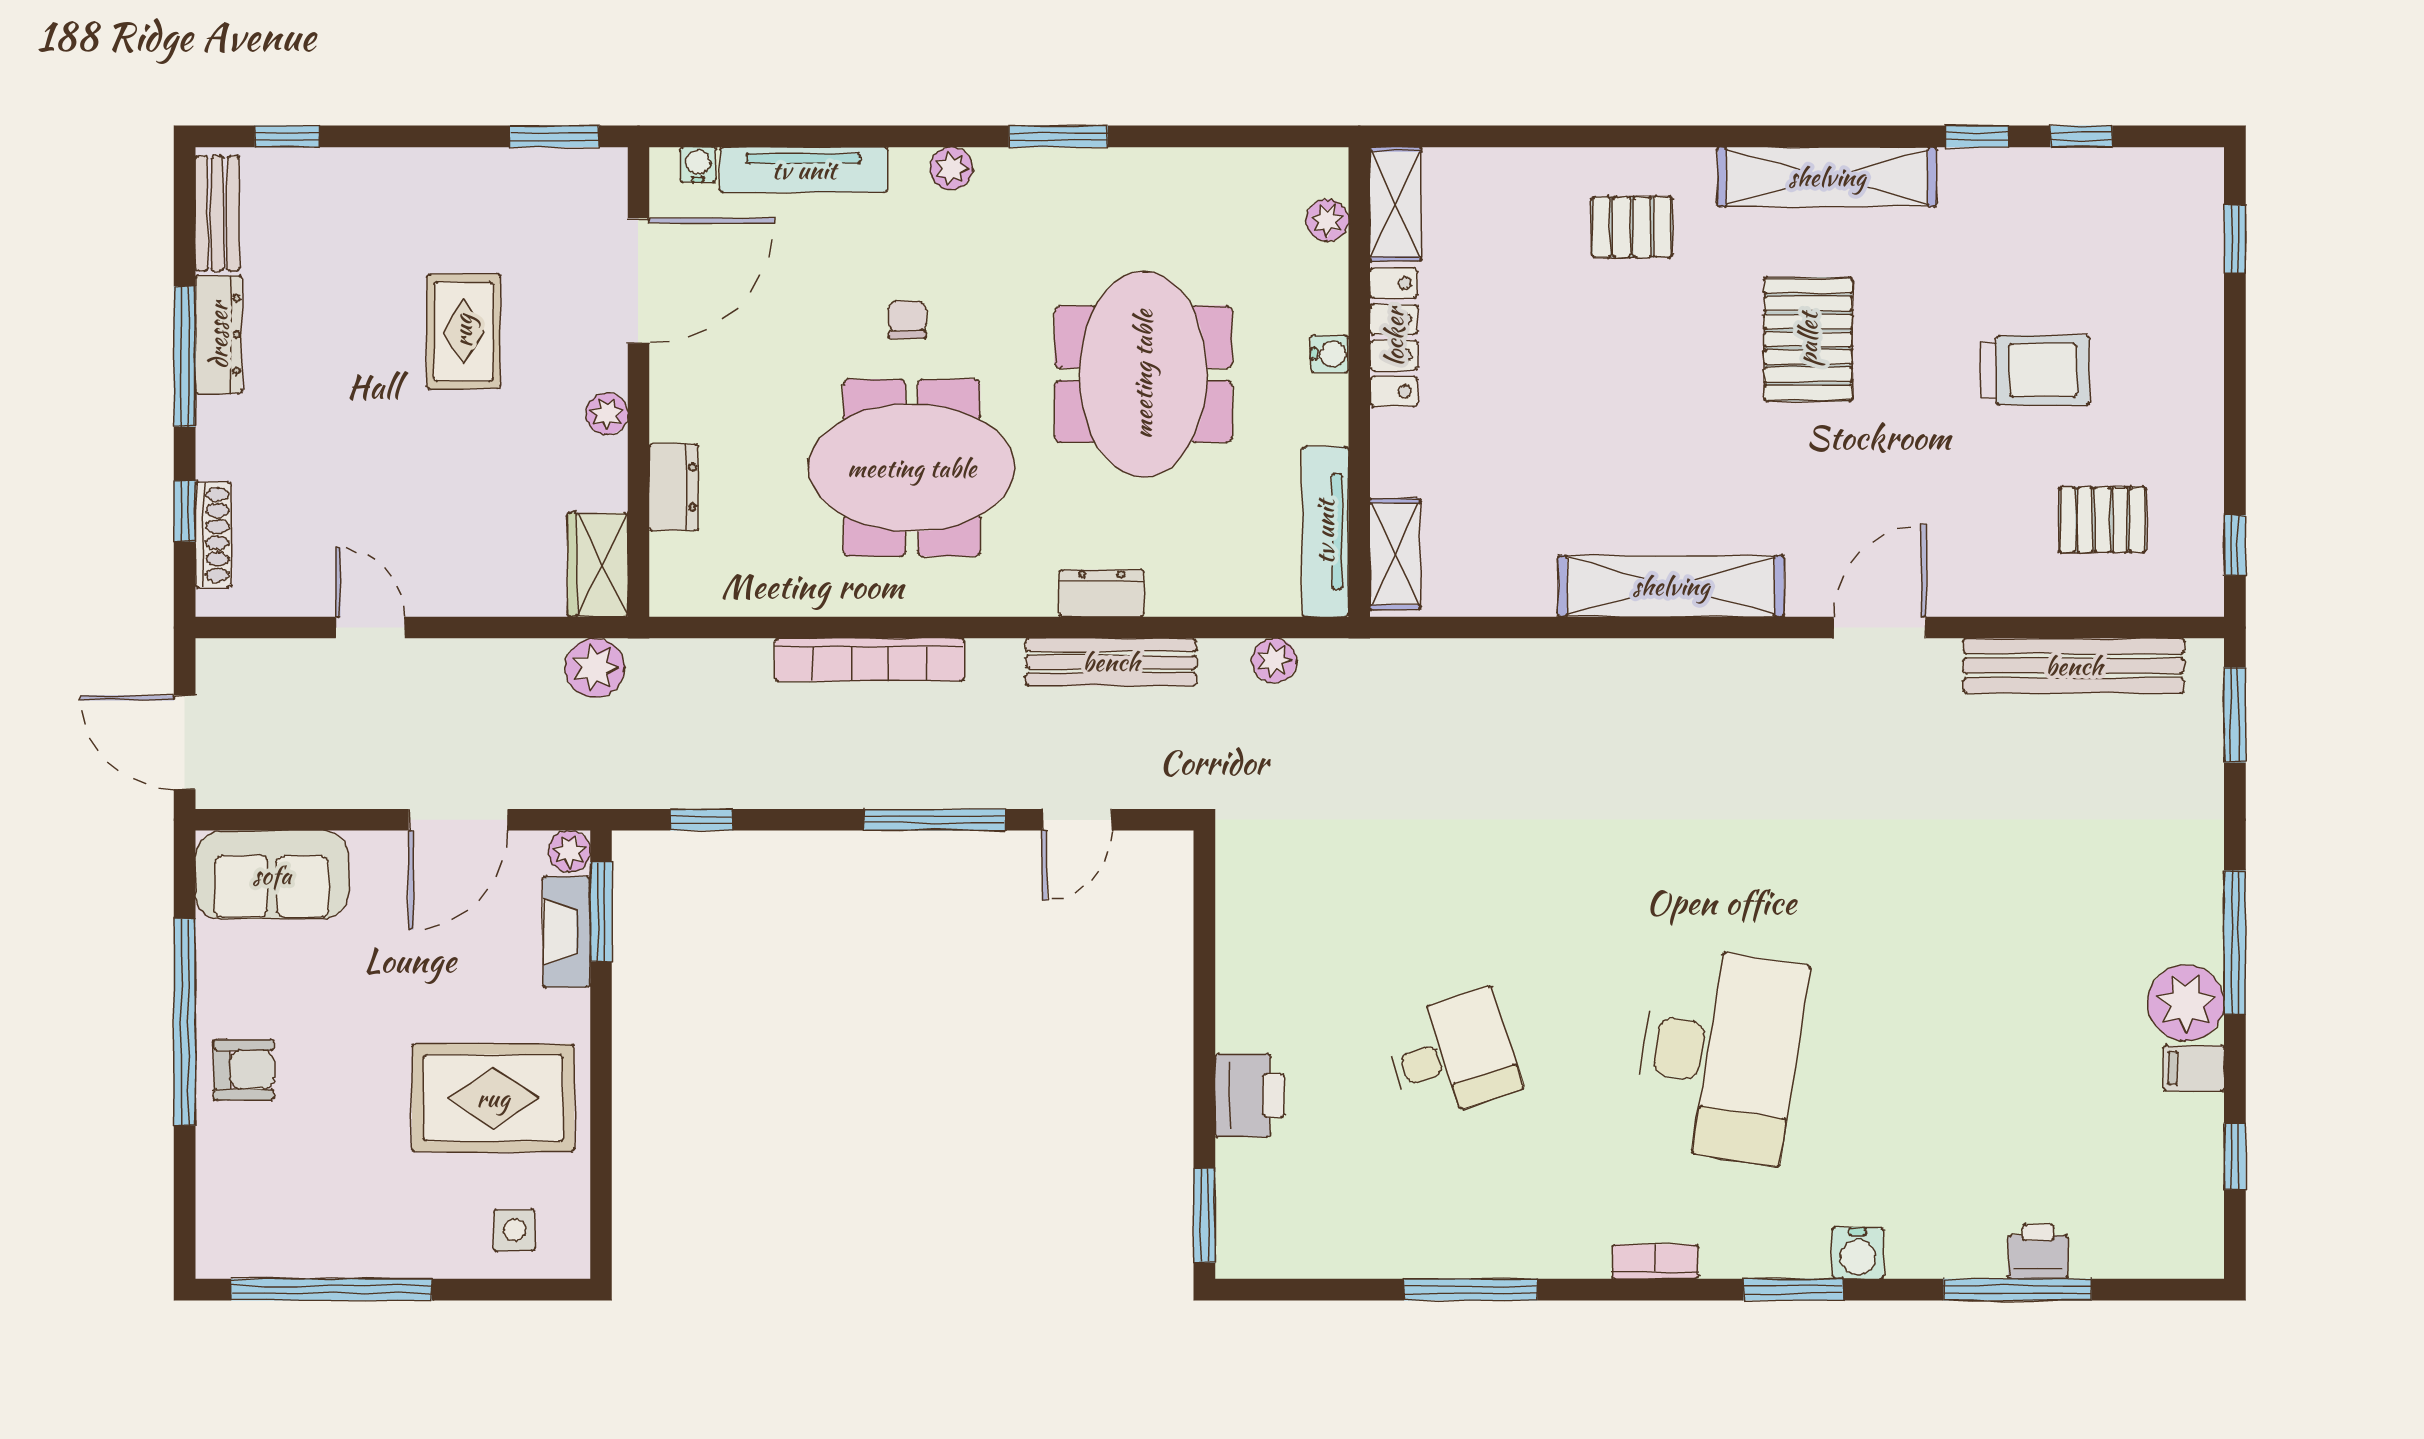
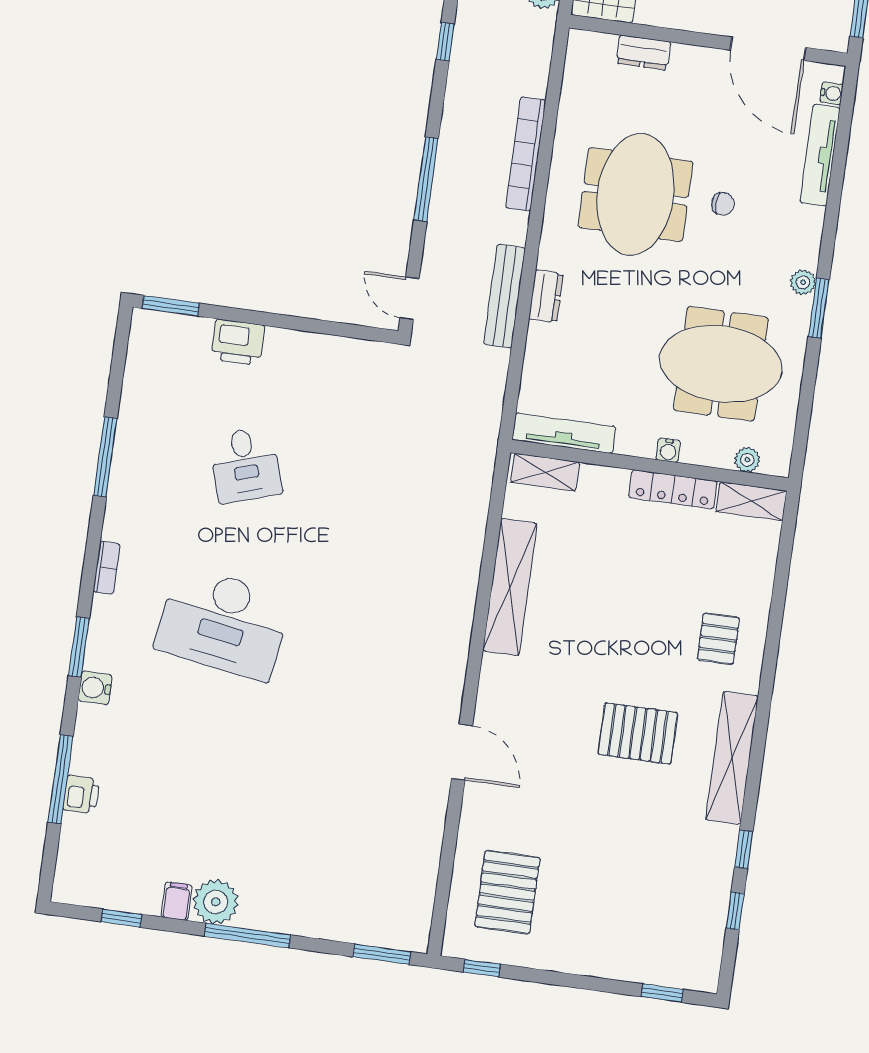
plant: (951, 169) -> (803, 282), moved
trolley: (2035, 370) -> (601, 865), removed
meeting table: (1143, 374) -> (721, 364), moved
plant: (607, 414) -> (692, 19), removed
pallet: (2102, 520) -> (507, 892), width x1.50, depth x1.42
shelving: (1671, 586) -> (510, 587), moved
plant: (1274, 660) -> (492, 392), removed
bench: (2074, 666) -> (424, 863), removed
door: (1077, 820) -> (410, 298), moved

